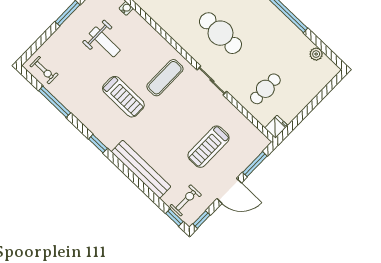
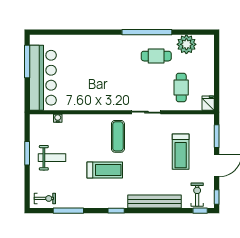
cafe table: (220, 33) -> (156, 56), moved, width x0.73, depth x0.74
weight bench: (105, 42) -> (52, 158), moved
plant: (316, 54) -> (186, 44), width x1.87, depth x1.87

